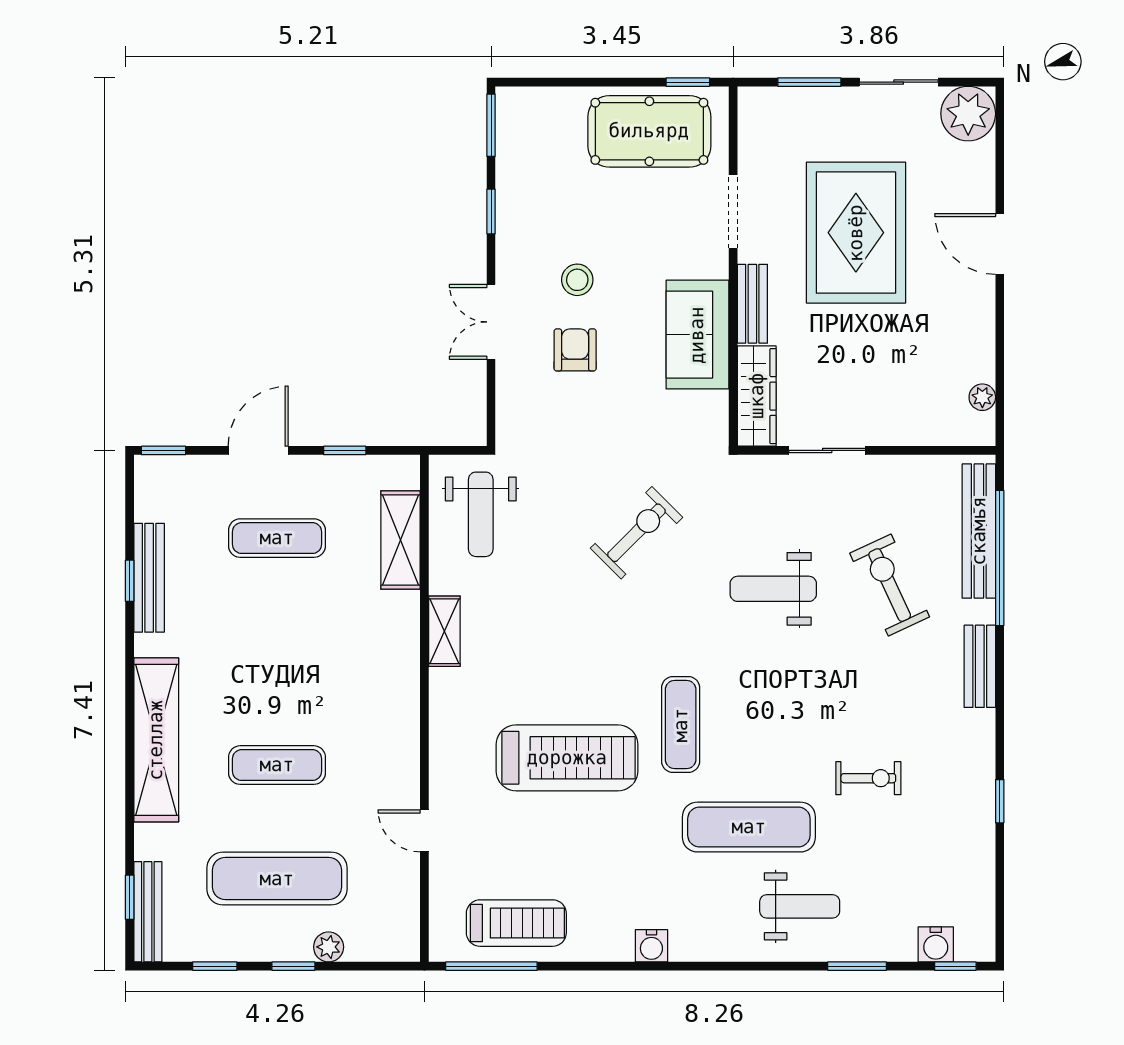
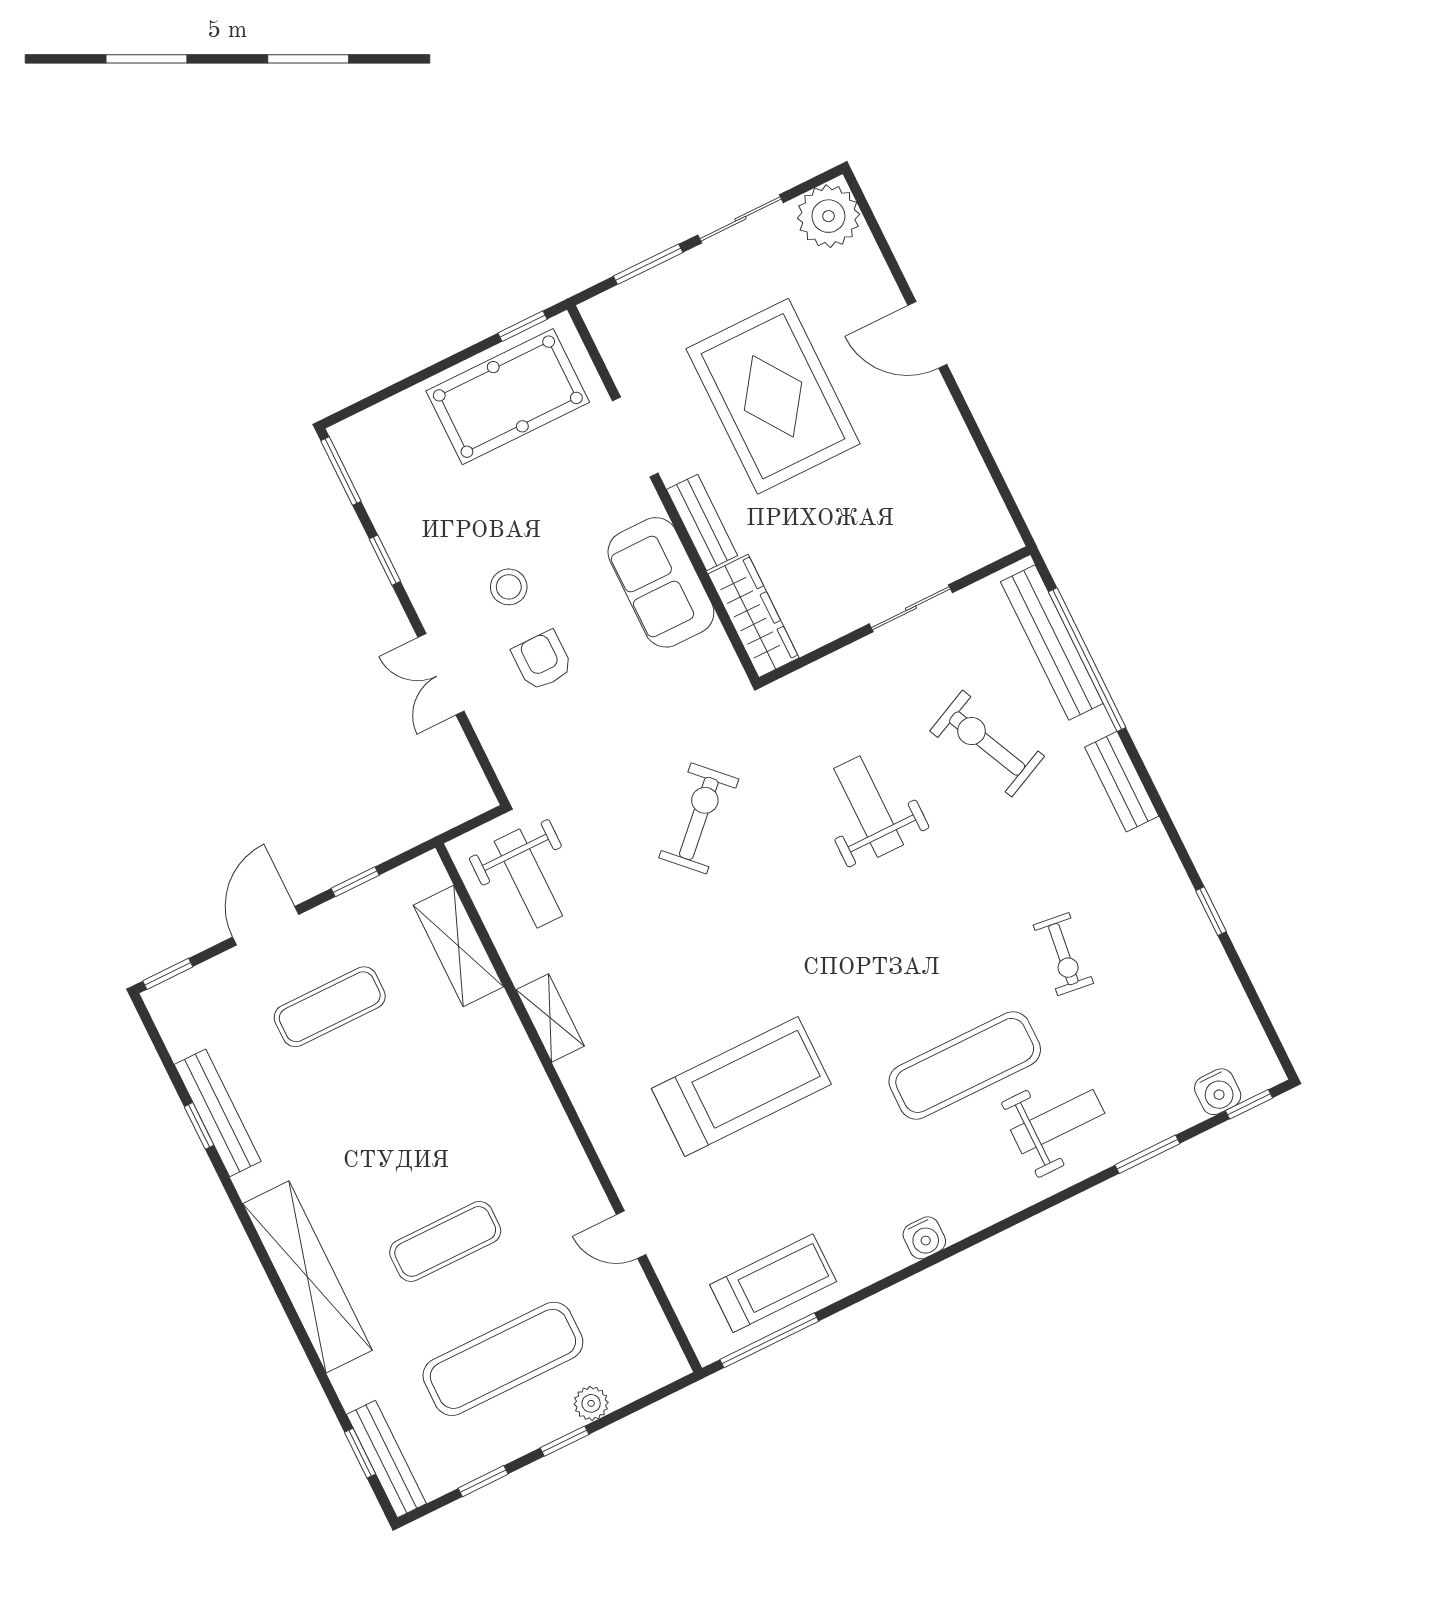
plant: (982, 397) -> (987, 502), removed
sliding door: (827, 450) -> (911, 608), moved
weight bench: (773, 589) -> (869, 807), turned 90
exercise mat: (681, 725) -> (842, 994), removed
exercise bike: (868, 778) -> (1063, 954), turned 97

